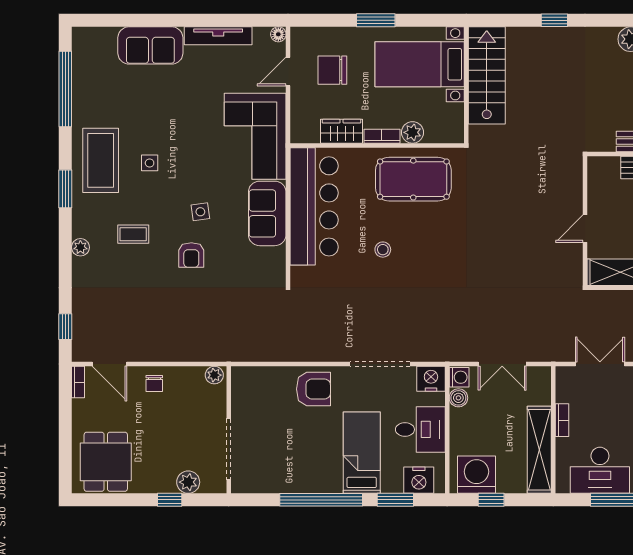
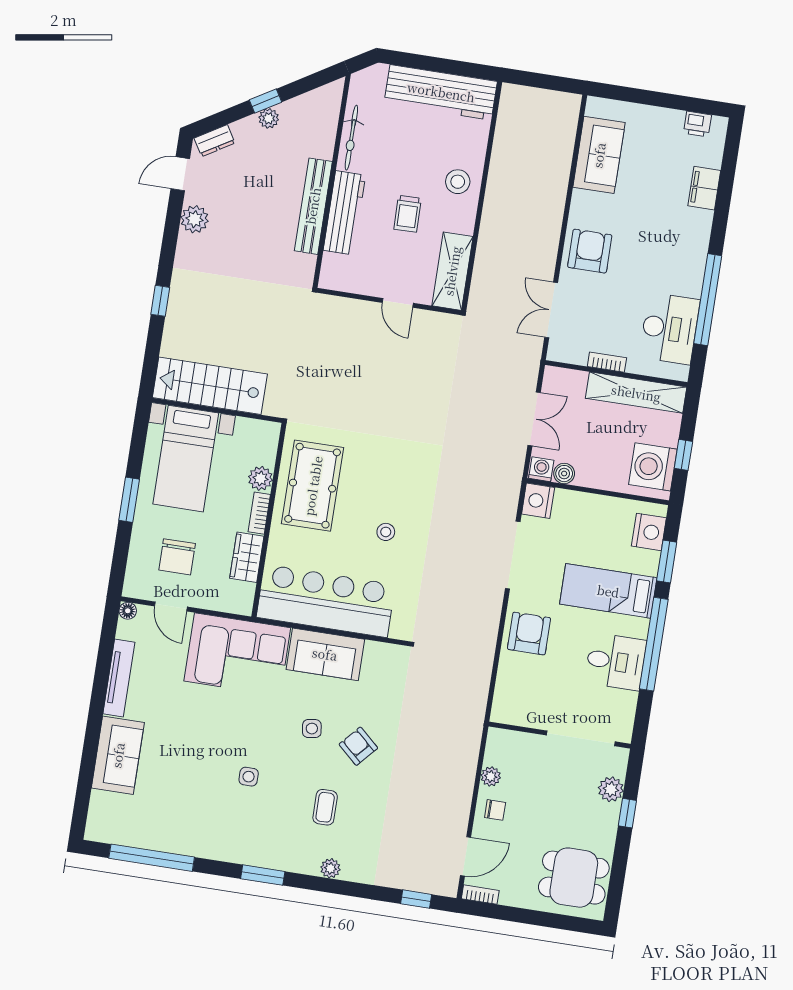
coffee table: (101, 160) -> (237, 831), removed
armchair: (191, 255) -> (358, 746), turned -138
plant: (214, 375) -> (491, 776), moved
desk: (420, 429) -> (616, 662), moved, turned 90

